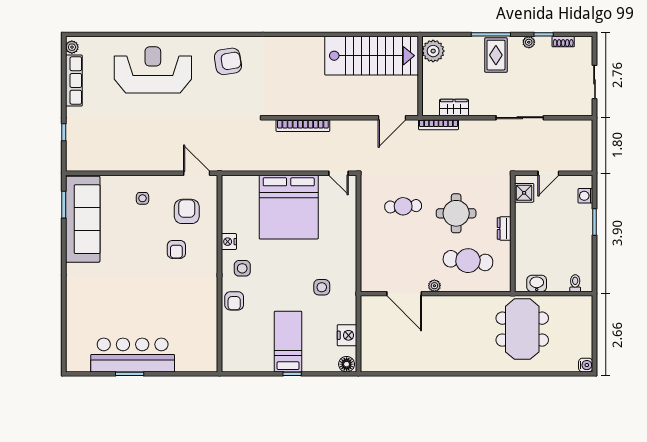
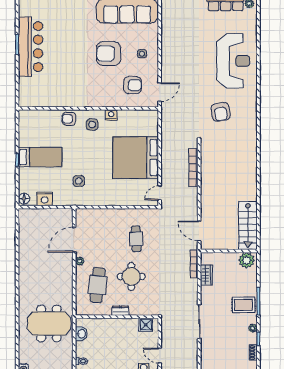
stairs: (372, 56) -> (248, 225), width x0.73, depth x0.66
armchair: (228, 61) -> (221, 112), moved
door: (548, 173) -> (160, 356), moved
armchair: (176, 249) -> (109, 53), moved, width x1.88, depth x1.88

